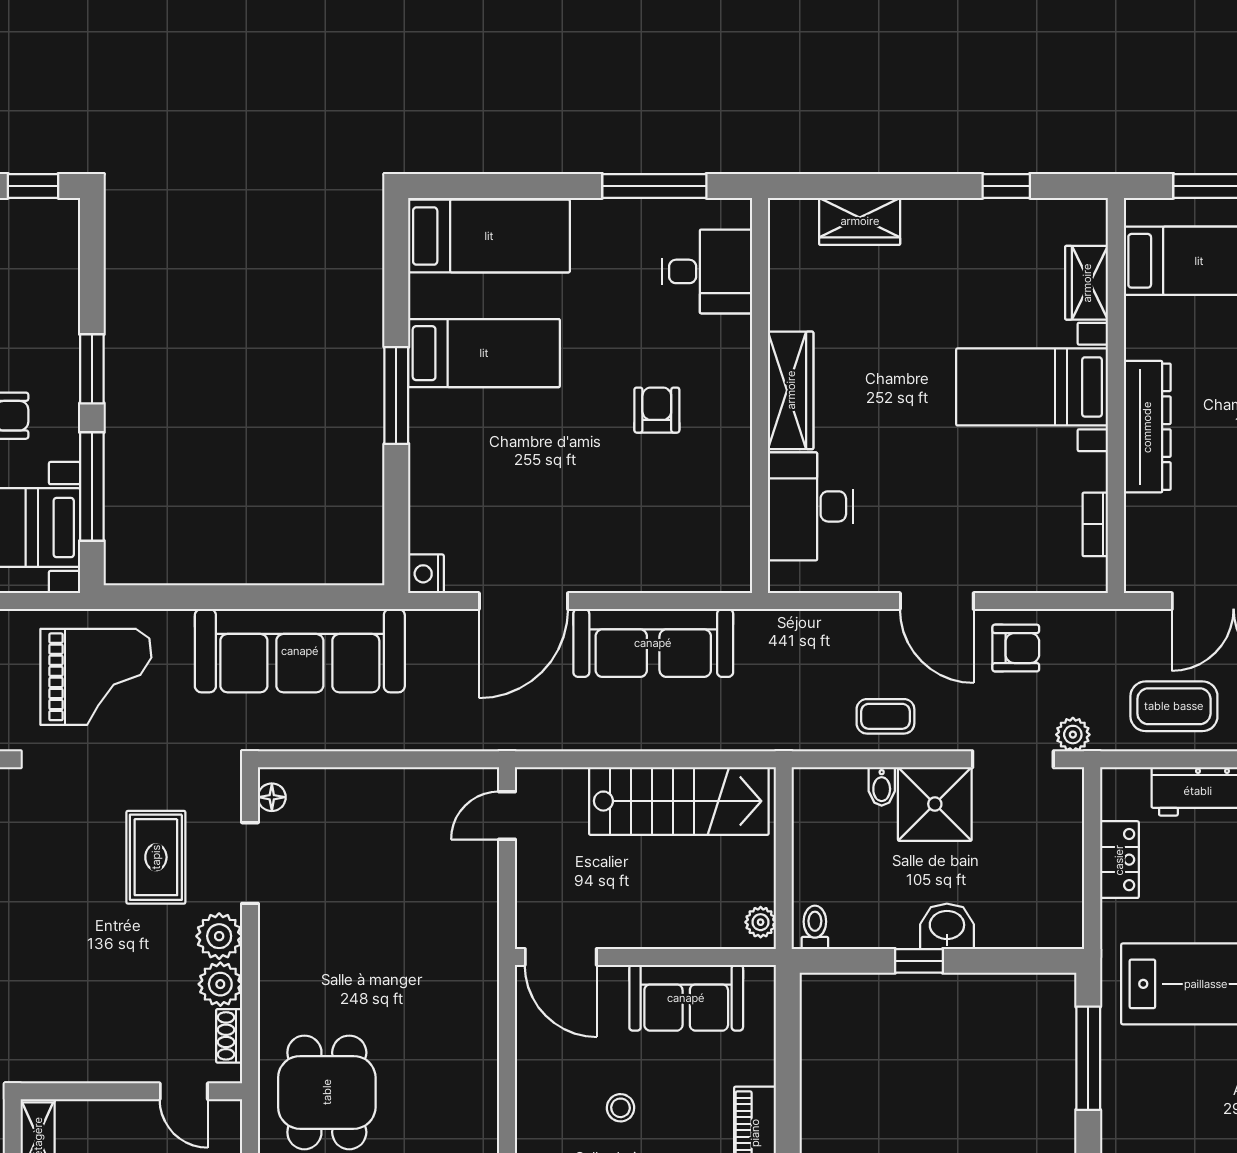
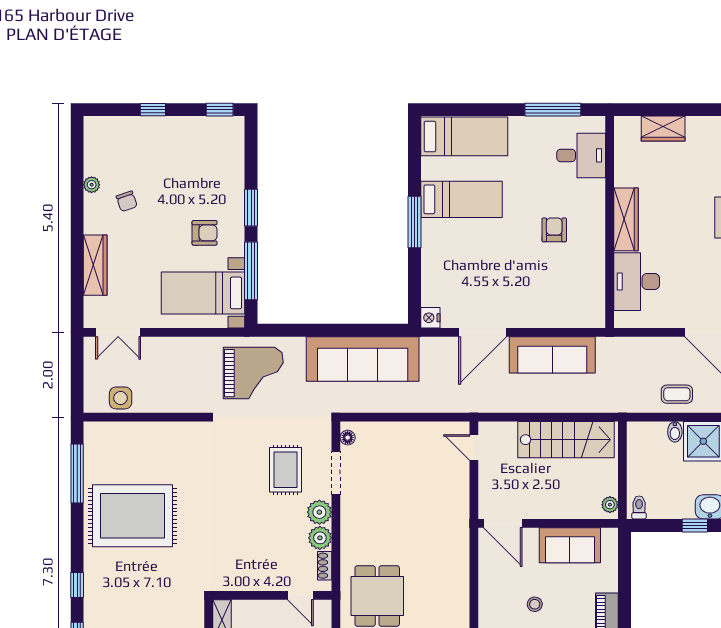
door: (507, 816) -> (474, 447), hinge flipped

